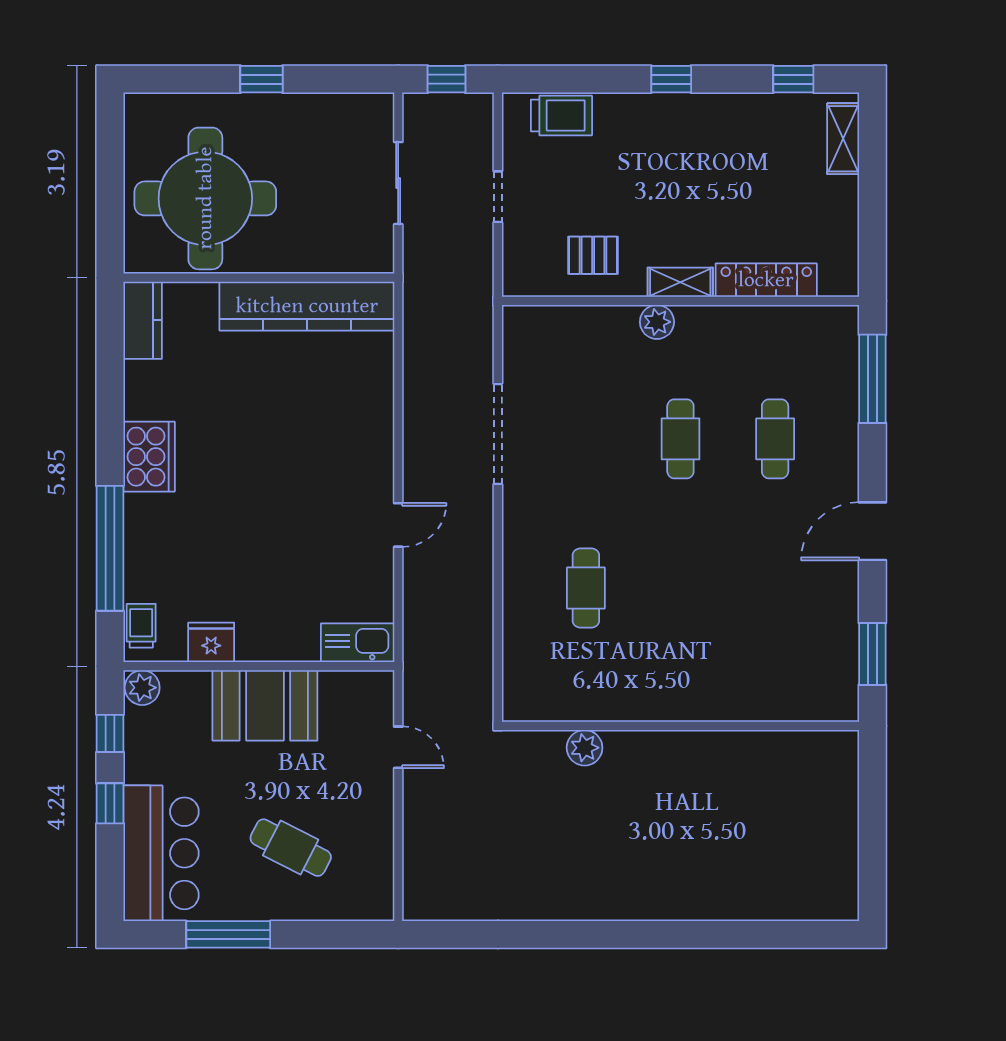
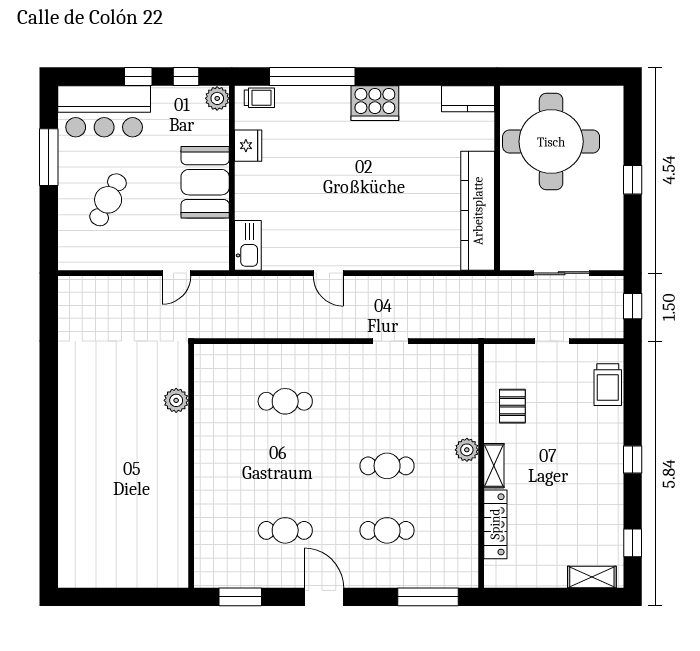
doorway: (498, 434) -> (390, 341), width x0.53
cafe table: (775, 588) -> (285, 530), added

